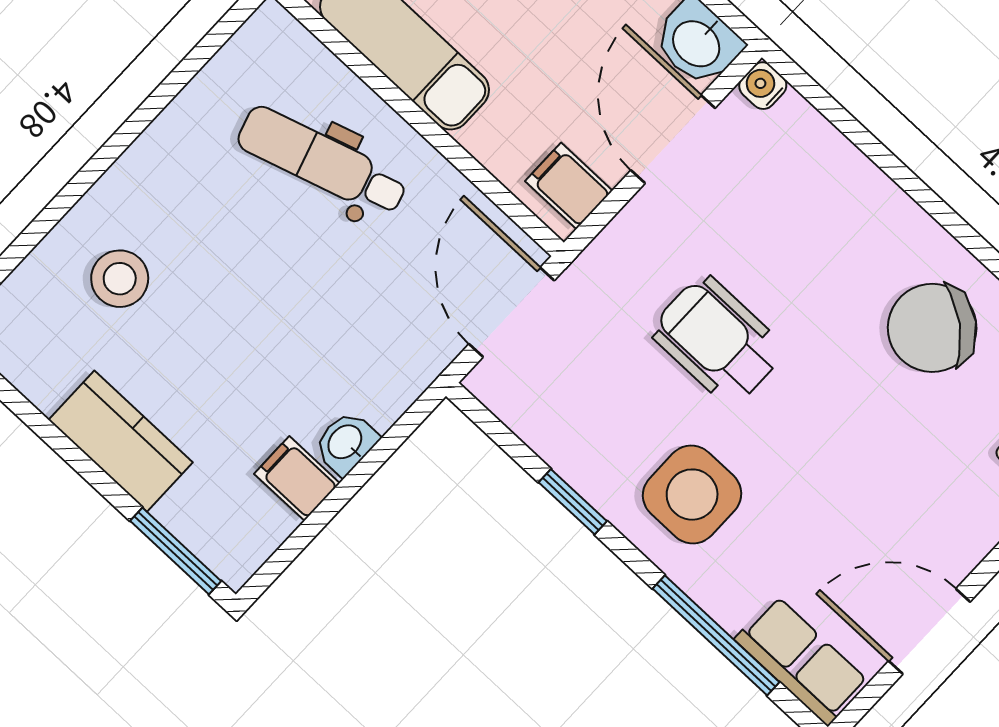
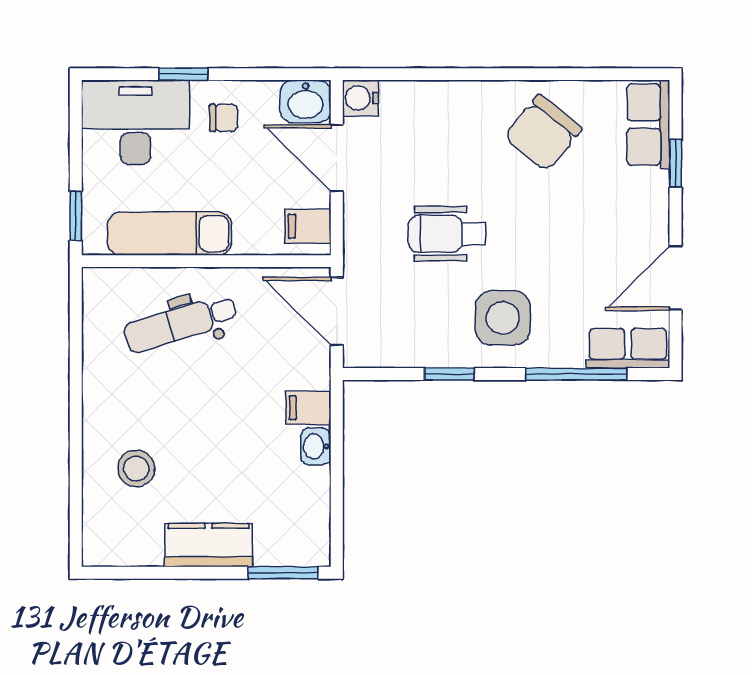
water cooler: (763, 86) -> (361, 98), width x1.38, depth x1.38
filing cabinet: (297, 478) -> (308, 408), moved

